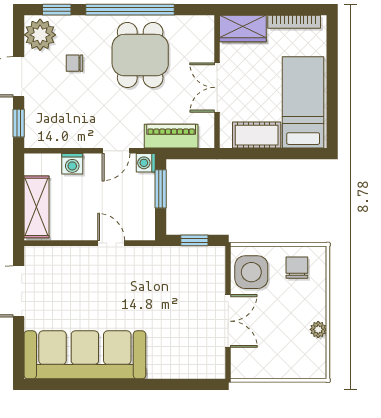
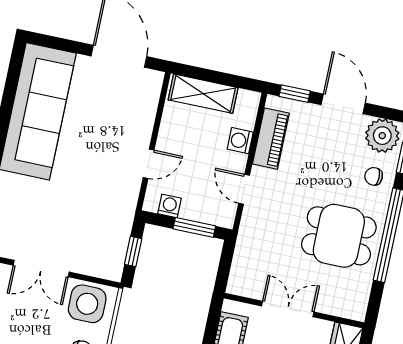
chair: (75, 63) -> (374, 176), moved, turned -90
piano: (171, 136) -> (271, 139), moved
washing machine: (146, 163) -> (170, 206), moved

